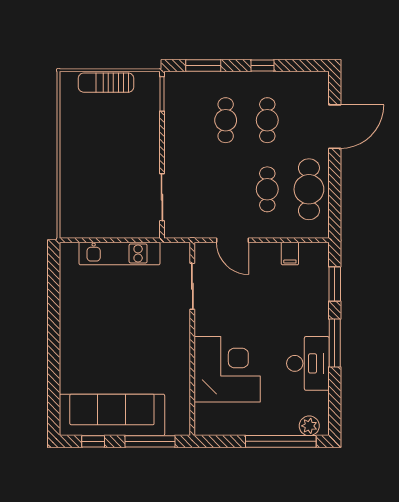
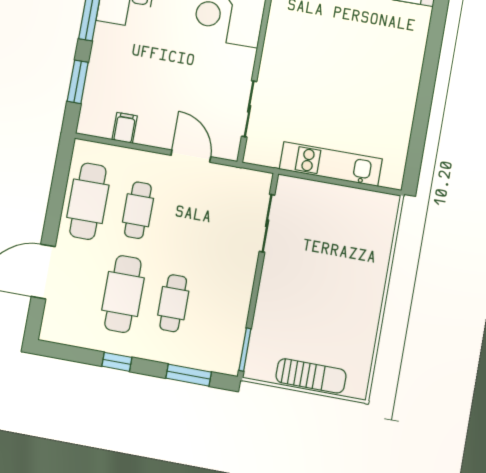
cafe table: (267, 120) -> (123, 294), width x1.37, depth x1.35

